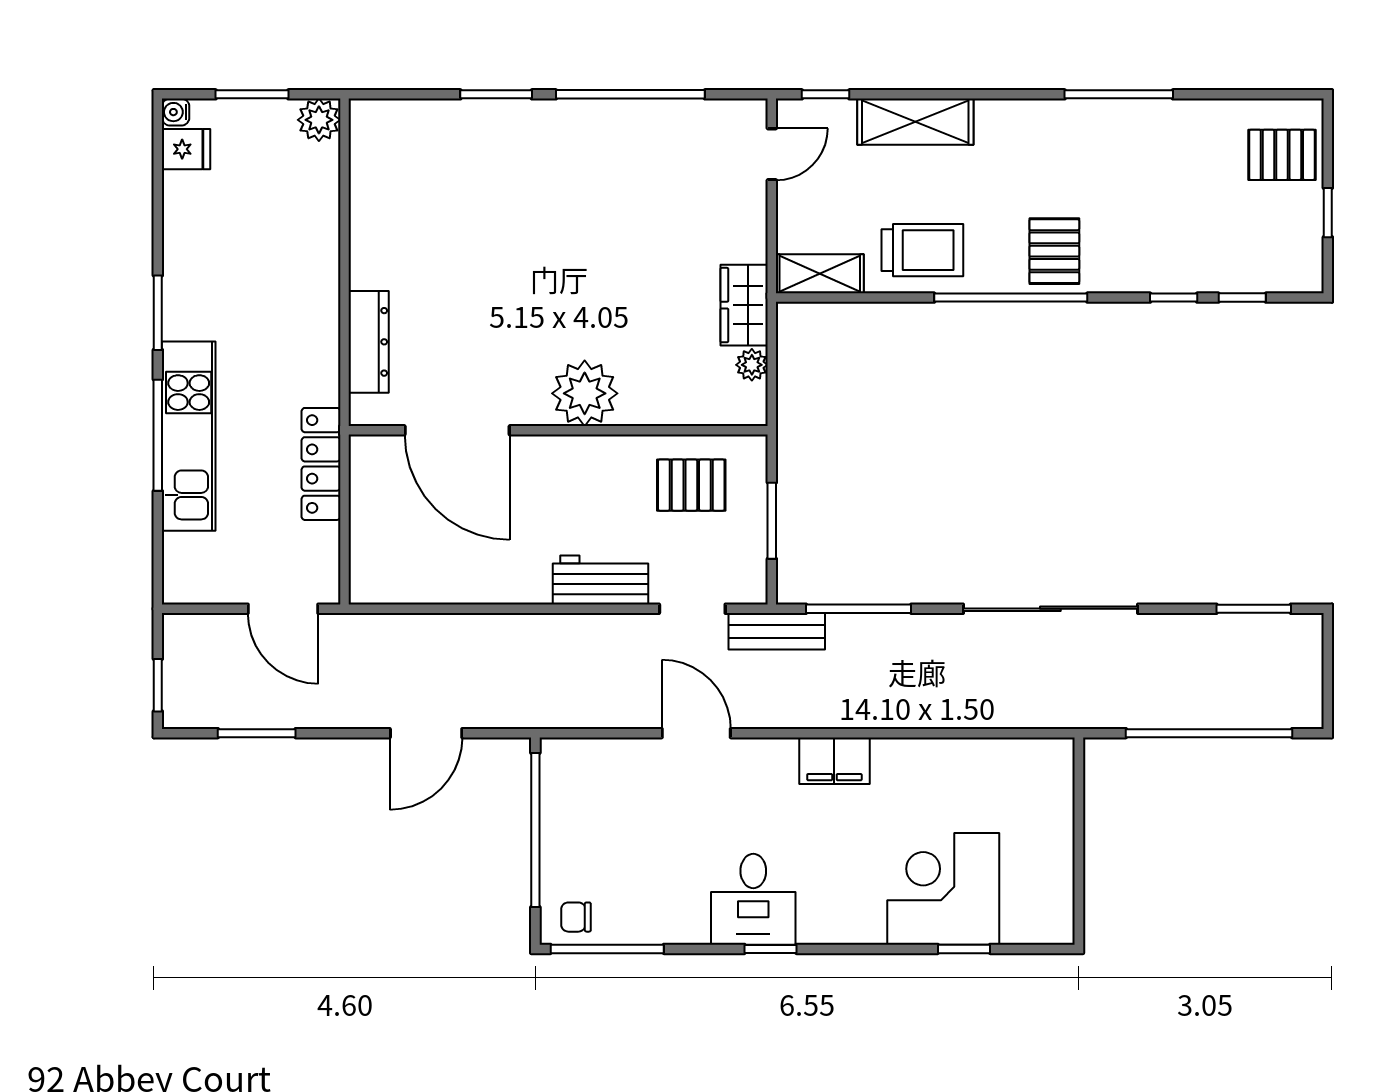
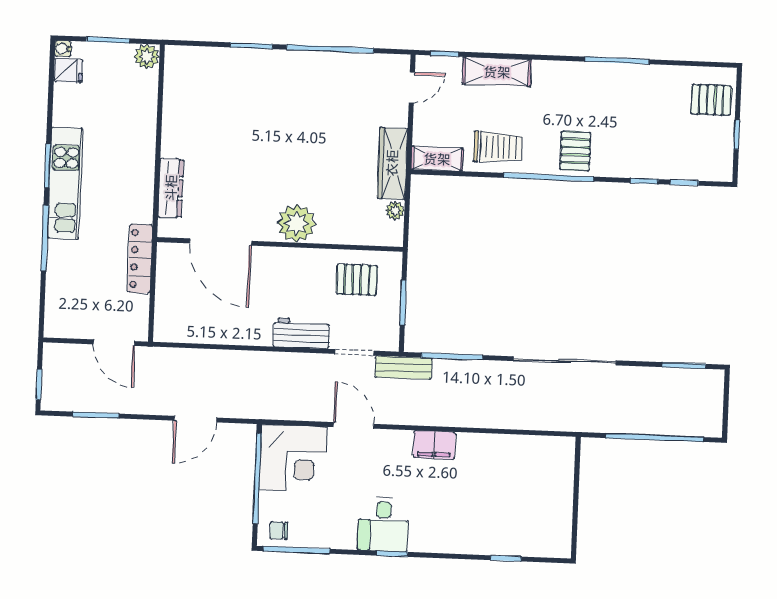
wardrobe: (744, 305) -> (392, 163), width x1.50
kitchen unit: (189, 436) -> (65, 183), moved
corner desk: (943, 889) -> (293, 458), moved, turned 180

